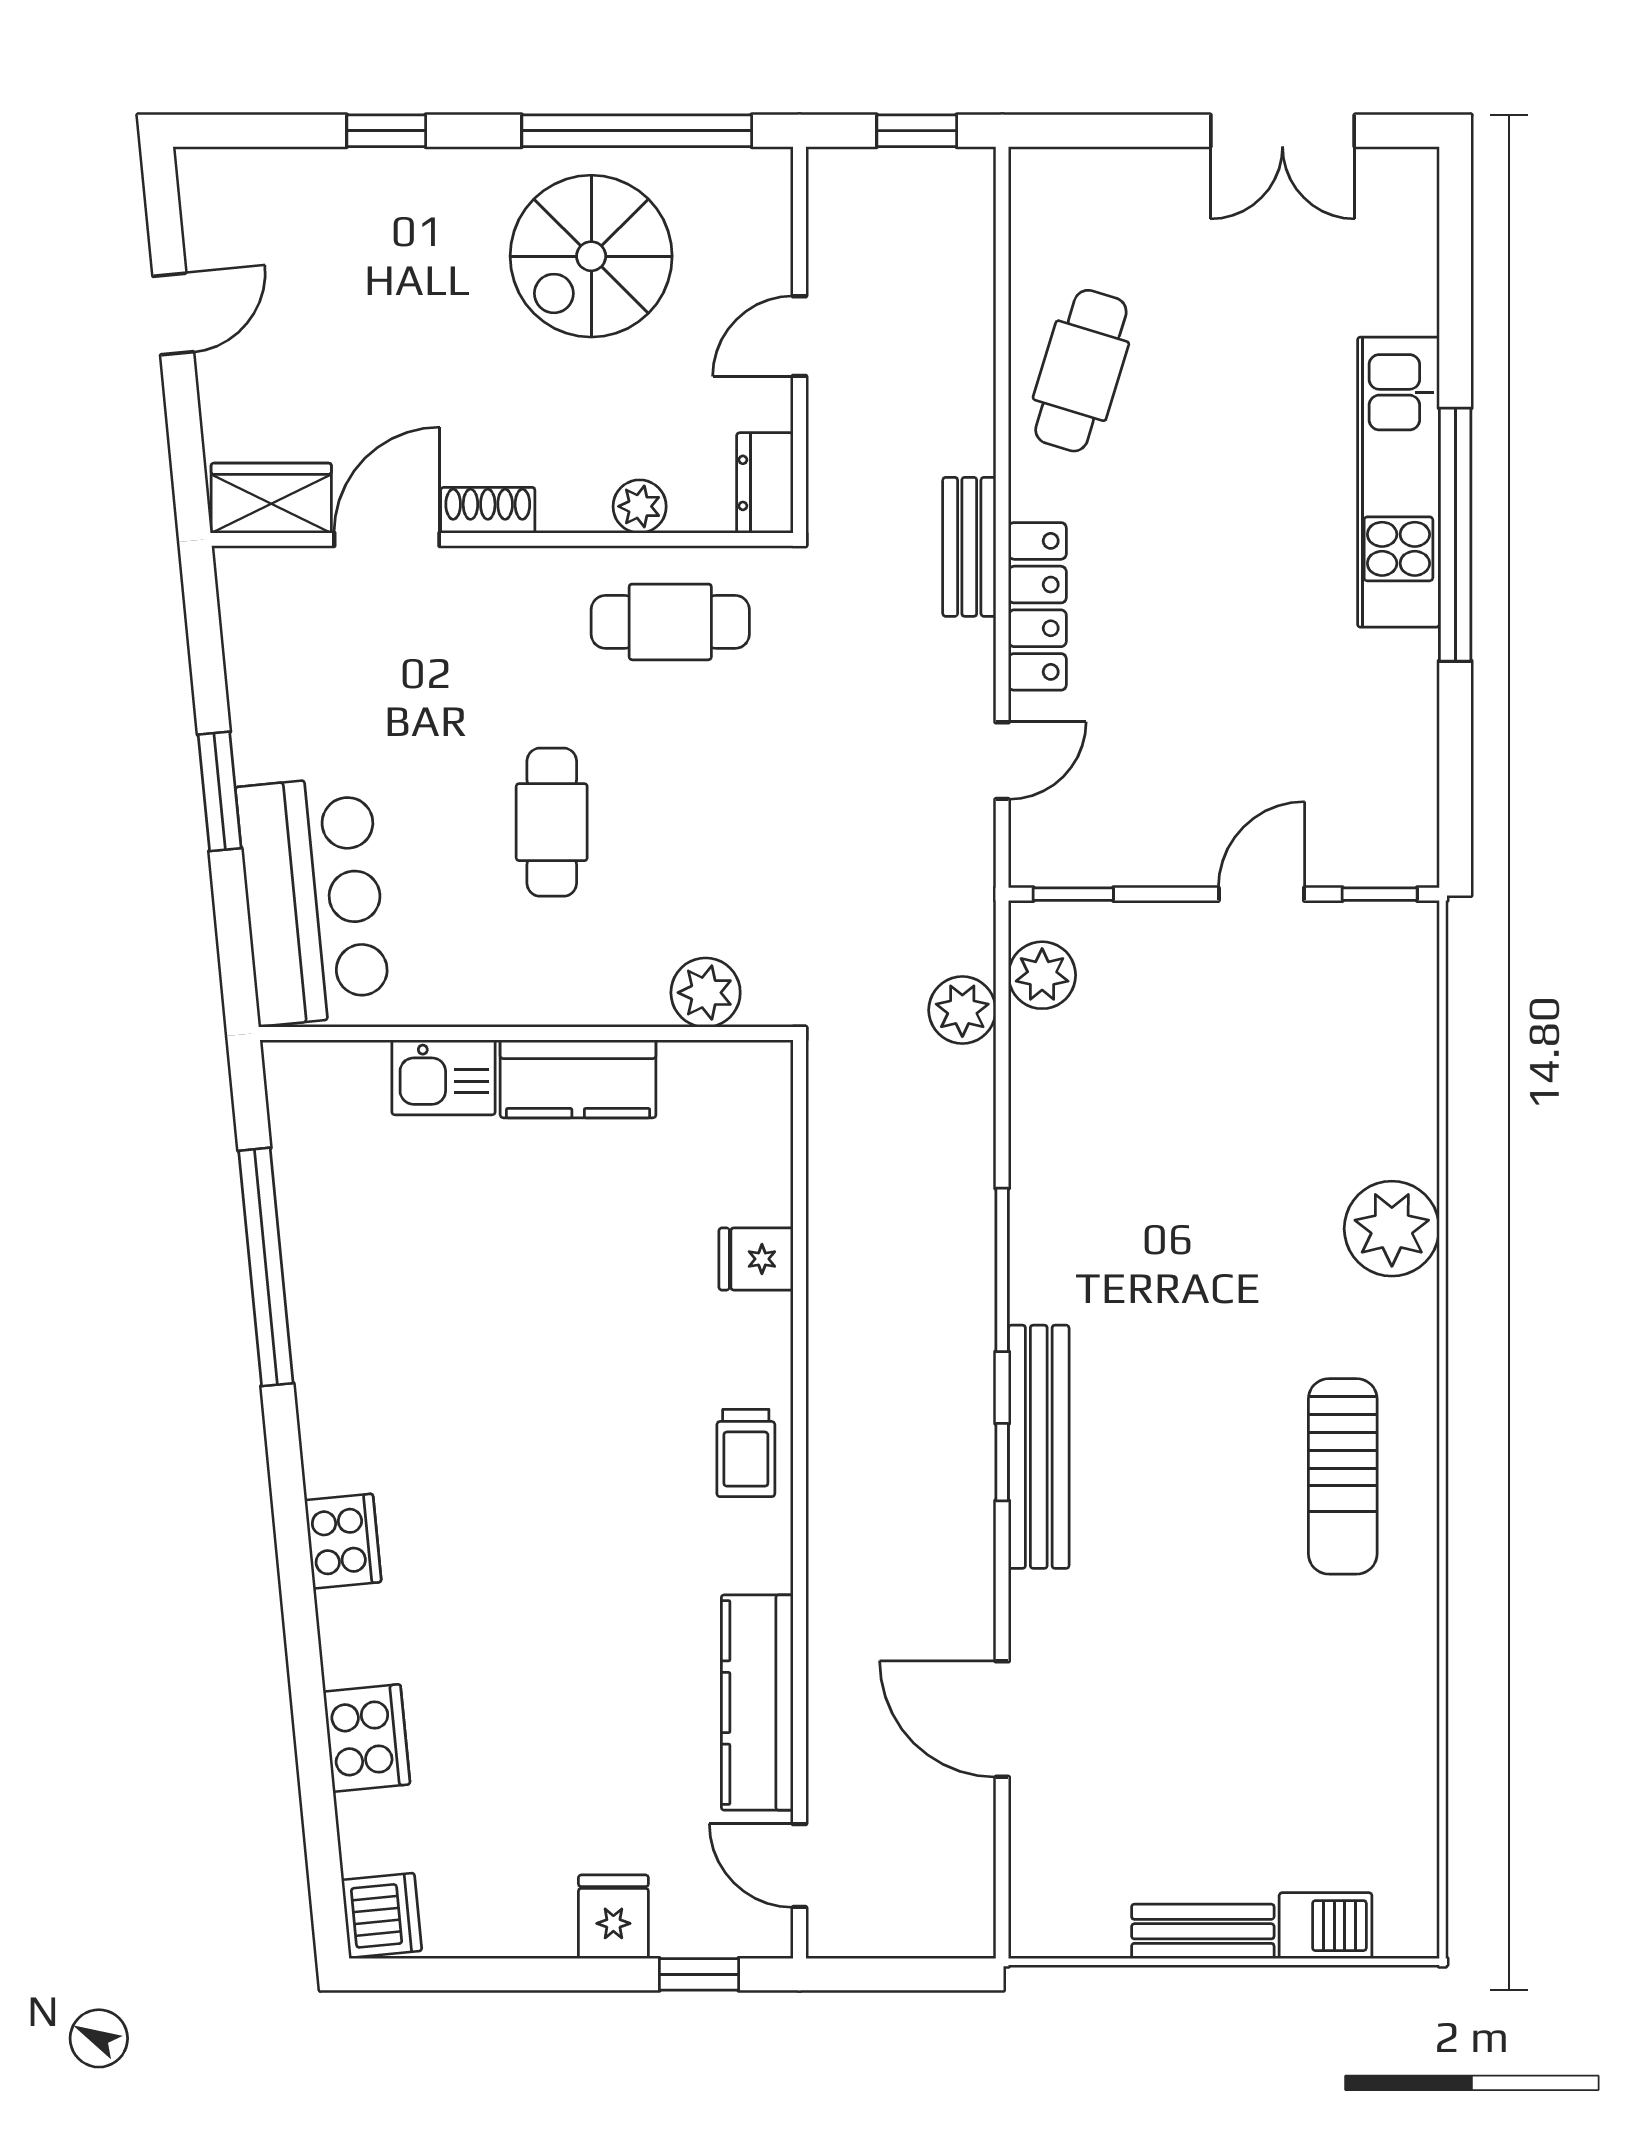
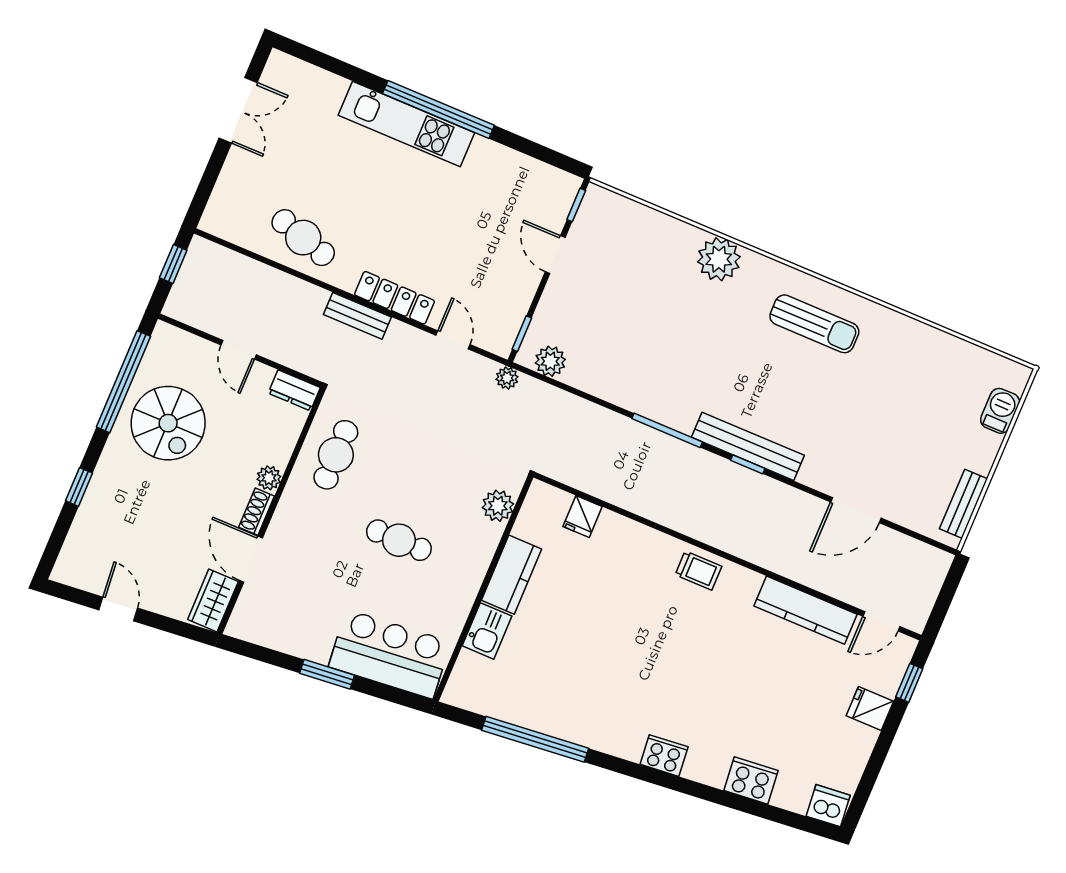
plant: (640, 506) -> (269, 478), moved
plant: (962, 1010) -> (507, 378), moved, width x0.73, depth x0.73
fridge: (756, 1259) -> (583, 517), moved
bench: (1203, 1931) -> (964, 504), moved

